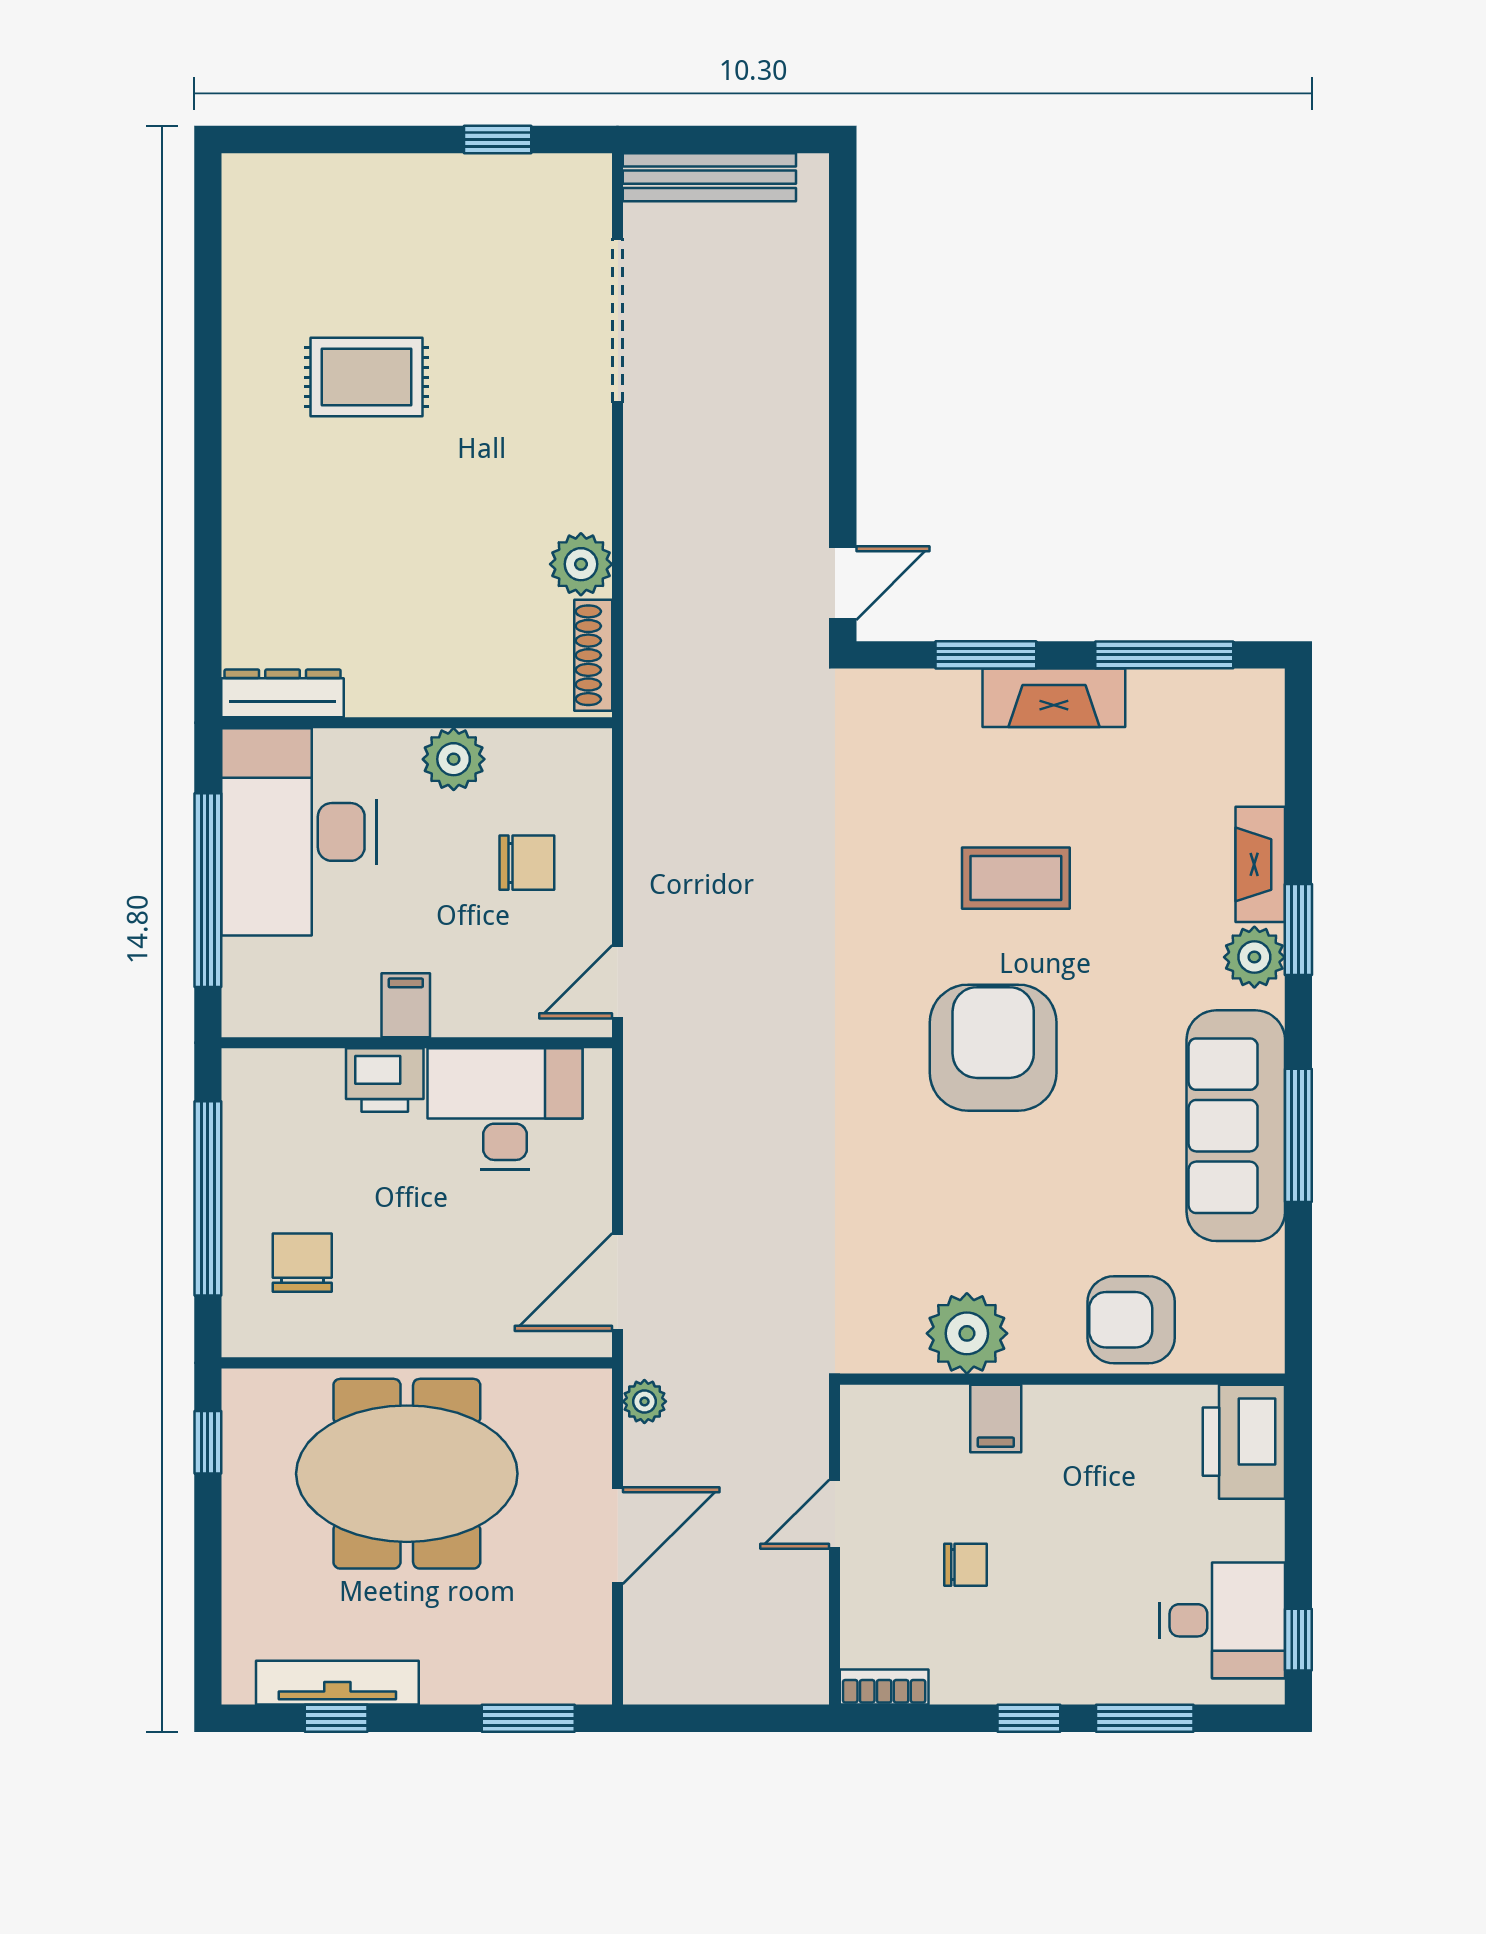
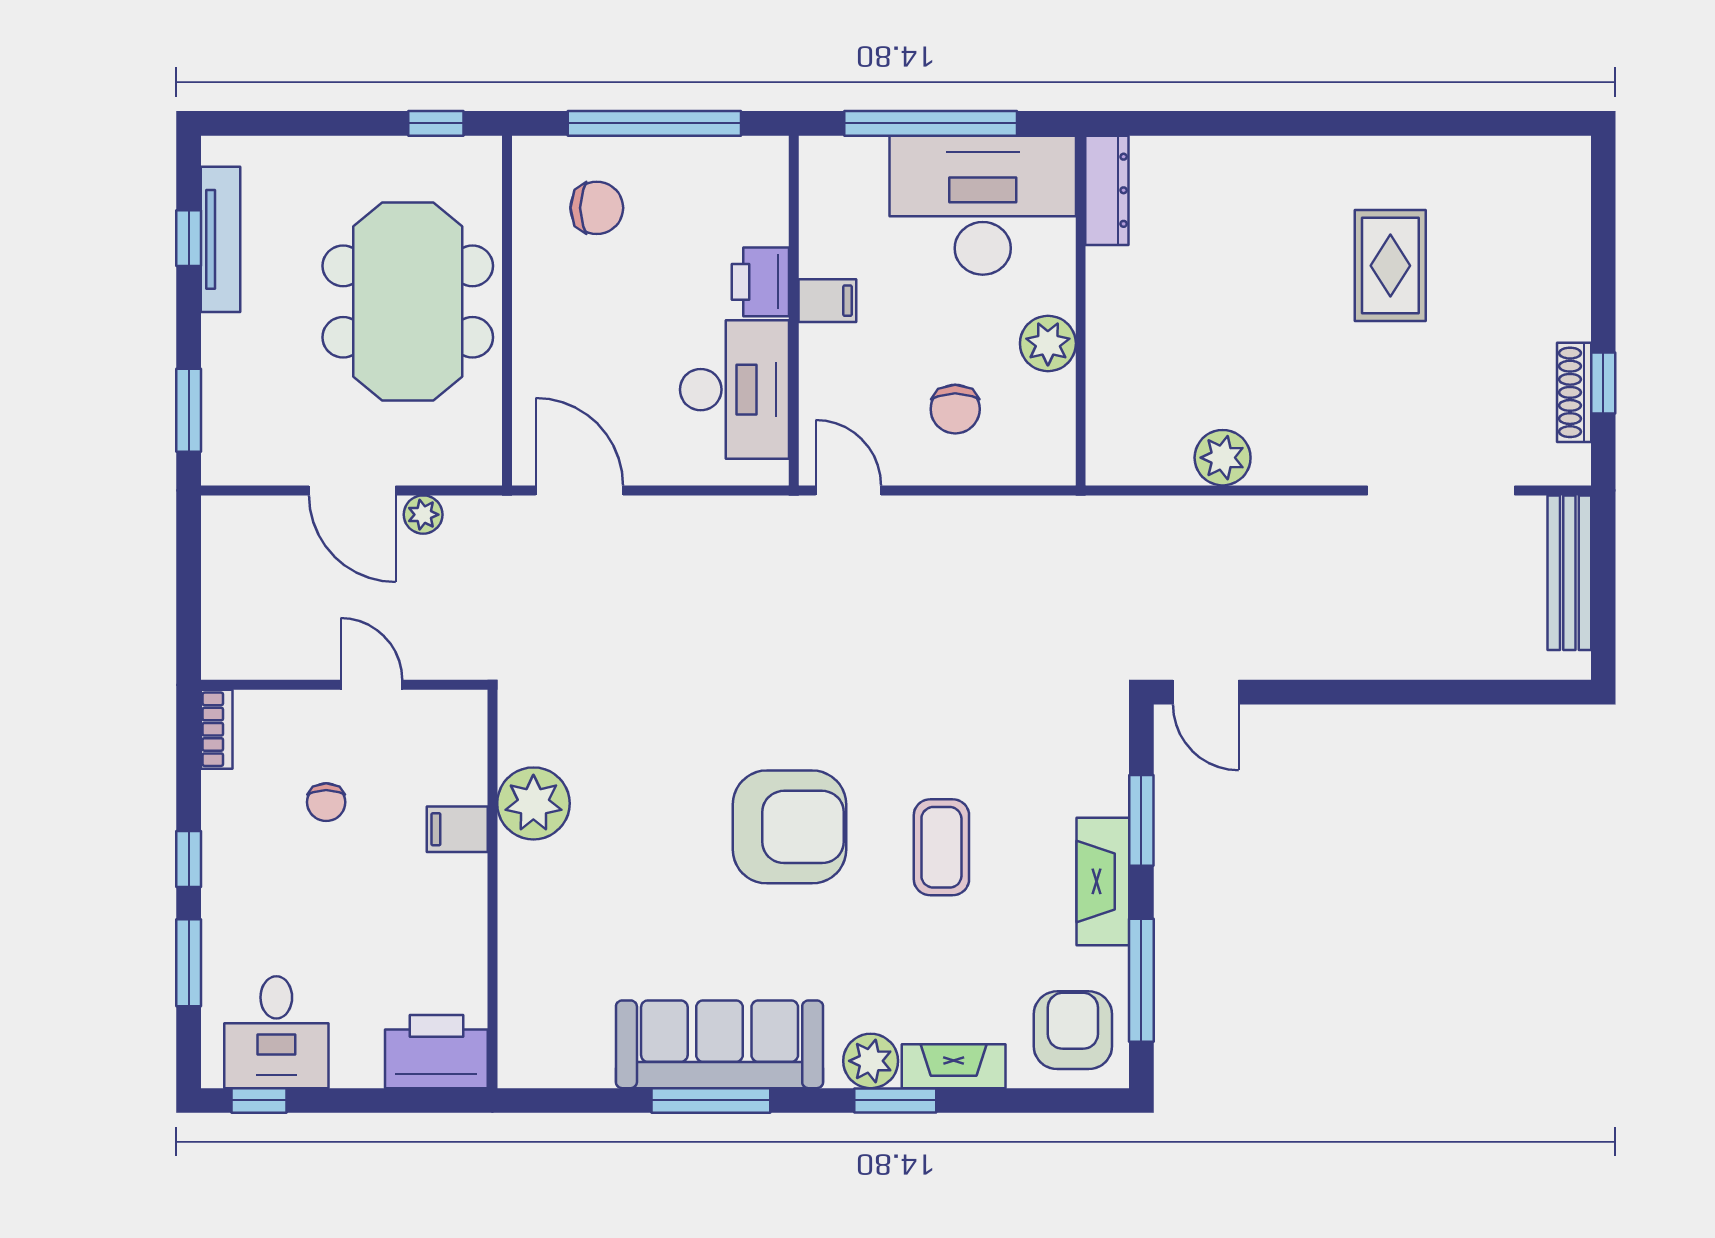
shoe rack: (593, 655) -> (1574, 392), moved, turned -90
armchair: (1131, 1320) -> (1073, 1030), moved
plant: (644, 1401) -> (423, 515), moved

